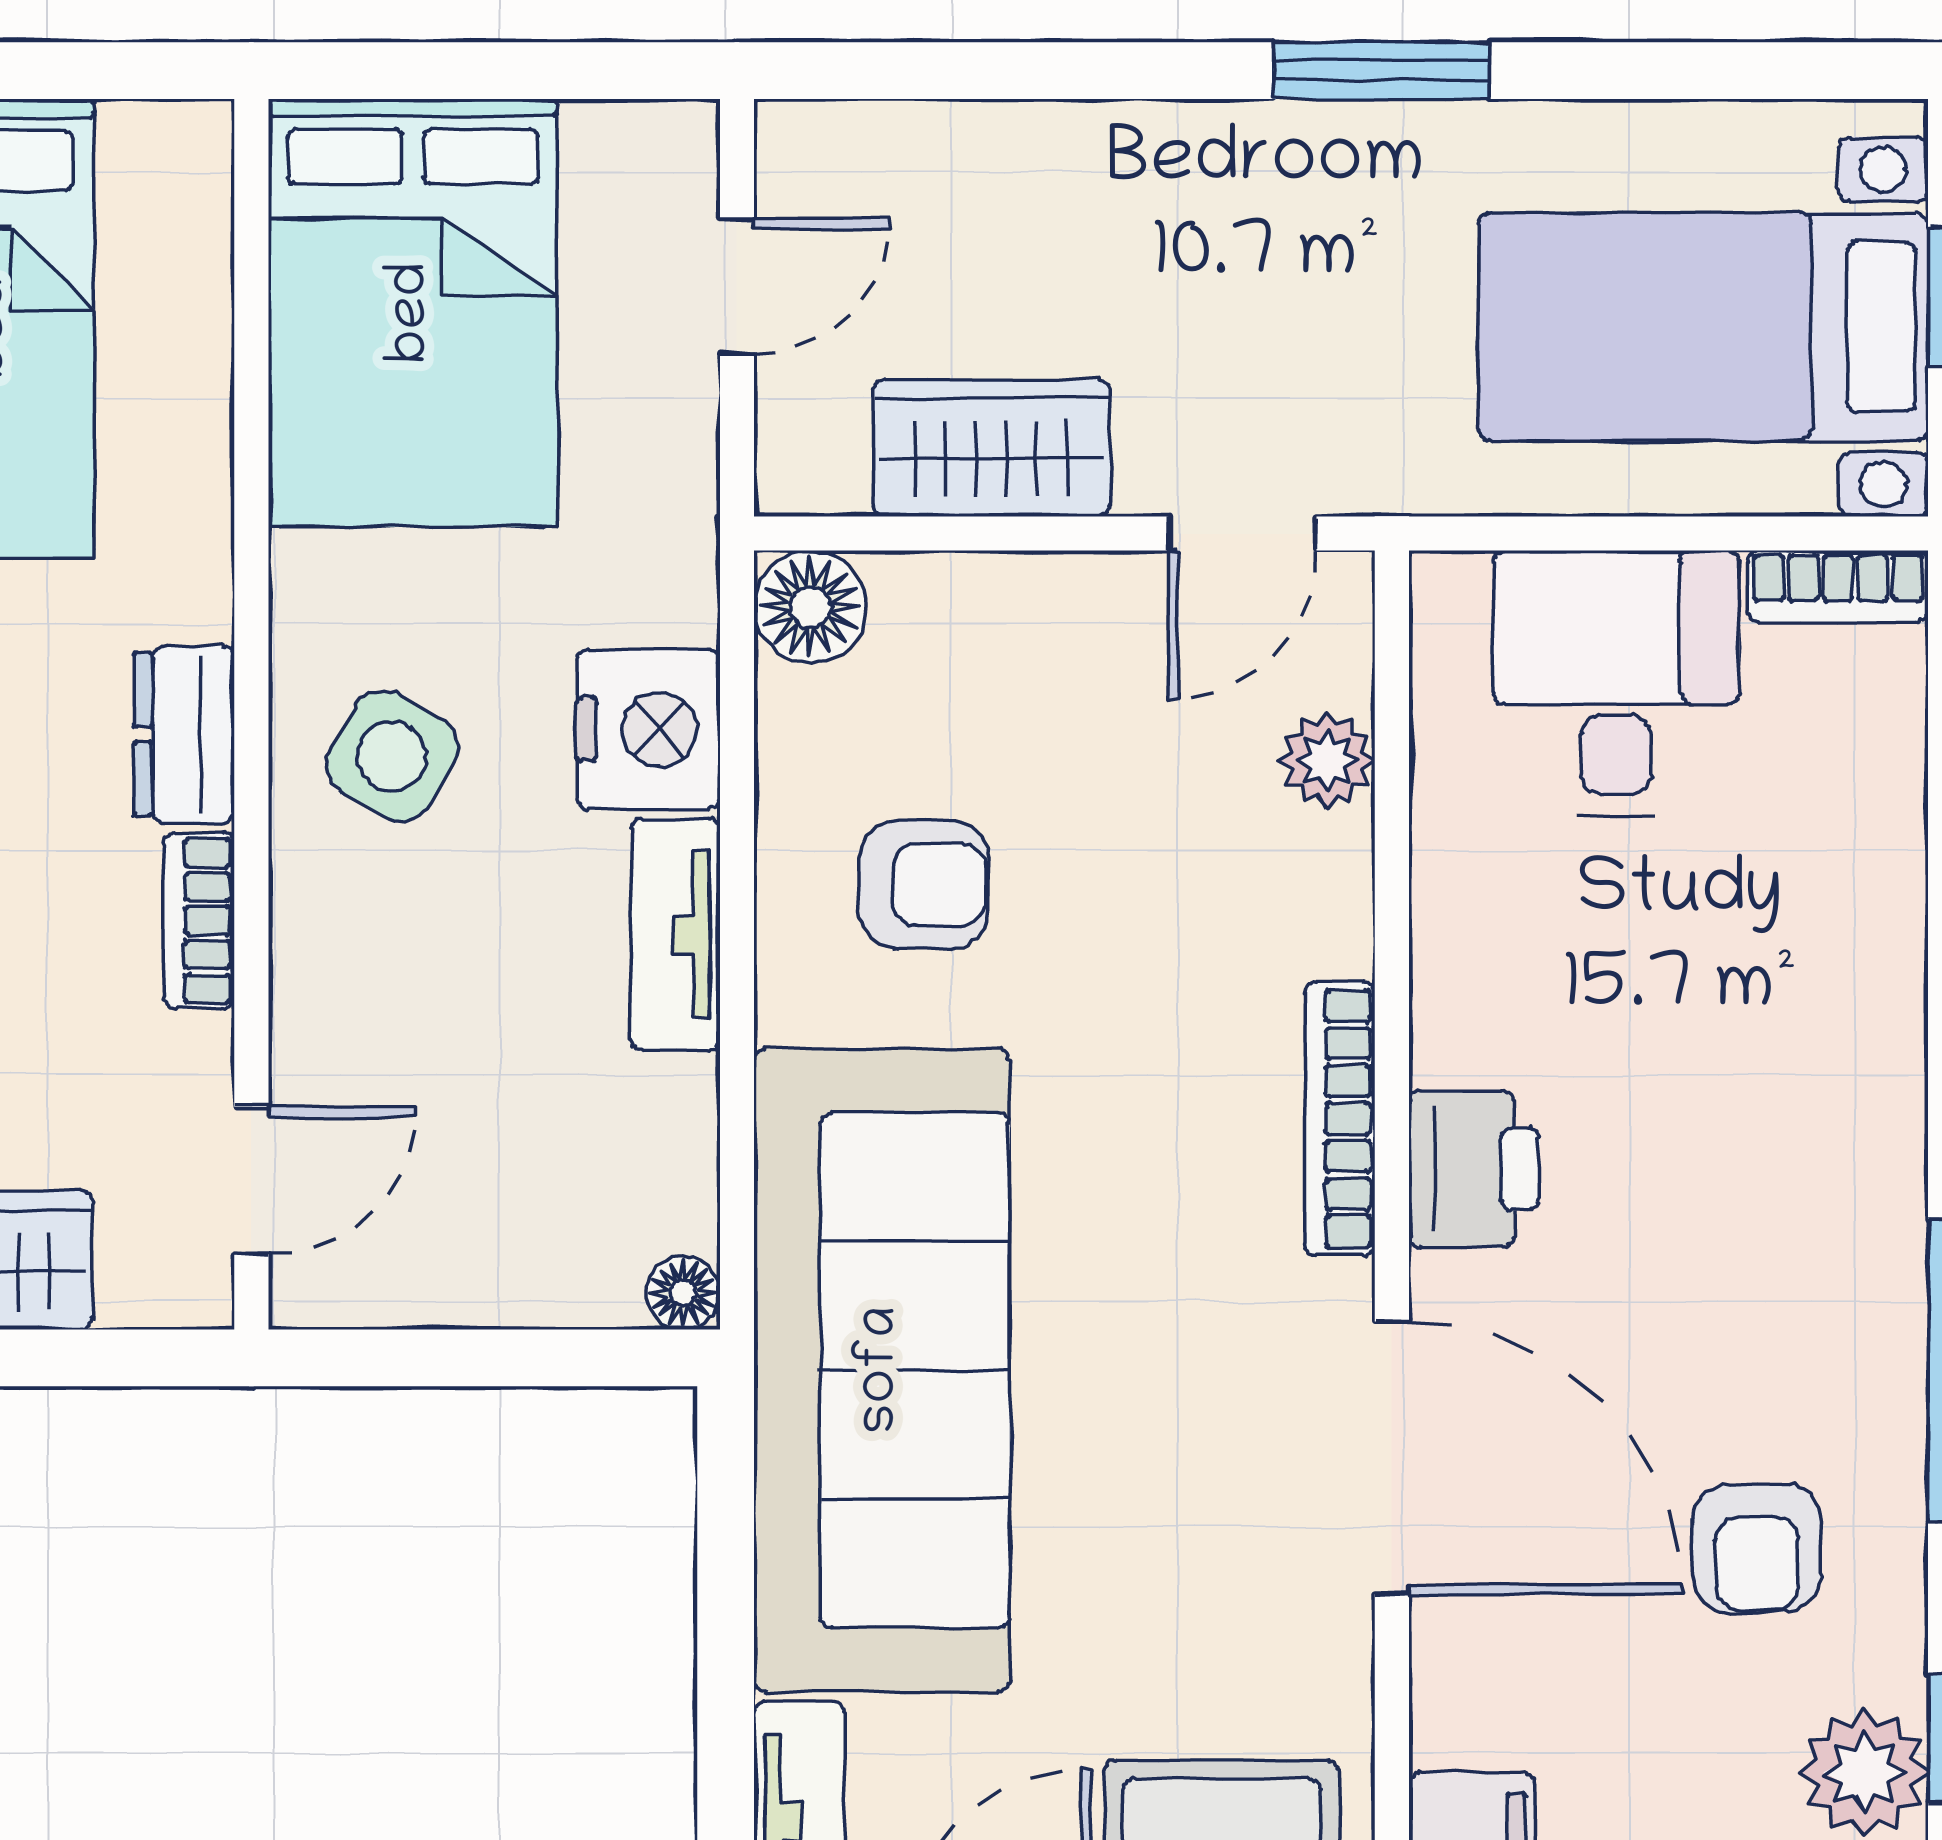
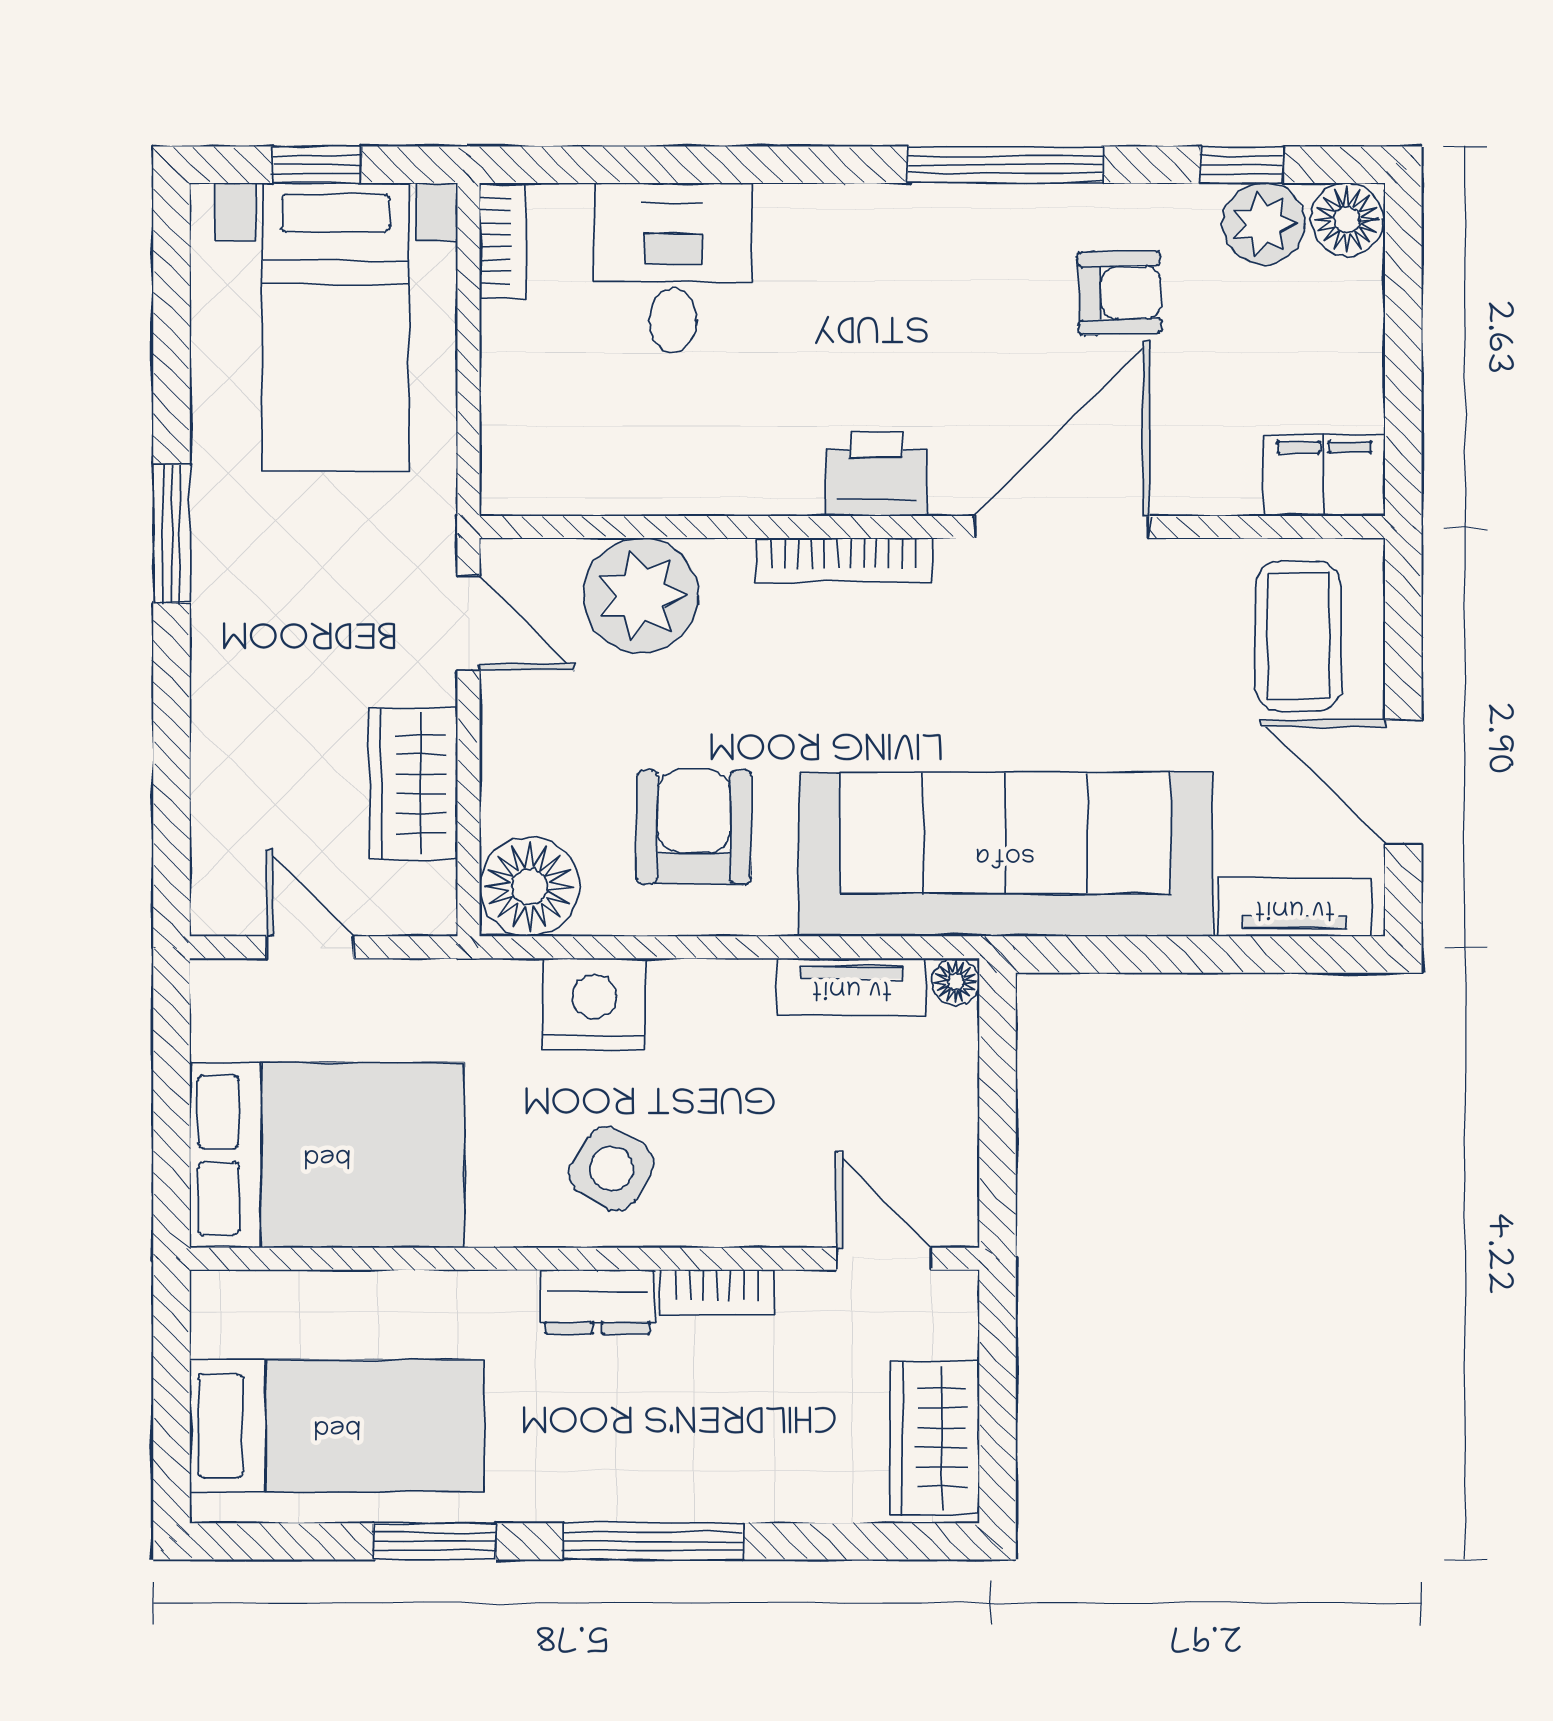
floor lamp: (810, 607) -> (529, 887), width x1.38, depth x1.38
desk: (1616, 683) -> (673, 268), moved, turned 90
plant: (1327, 760) -> (641, 595), width x1.88, depth x1.88
armchair: (924, 885) -> (694, 827), width x1.38, depth x1.38
tv unit: (676, 935) -> (852, 987), moved

